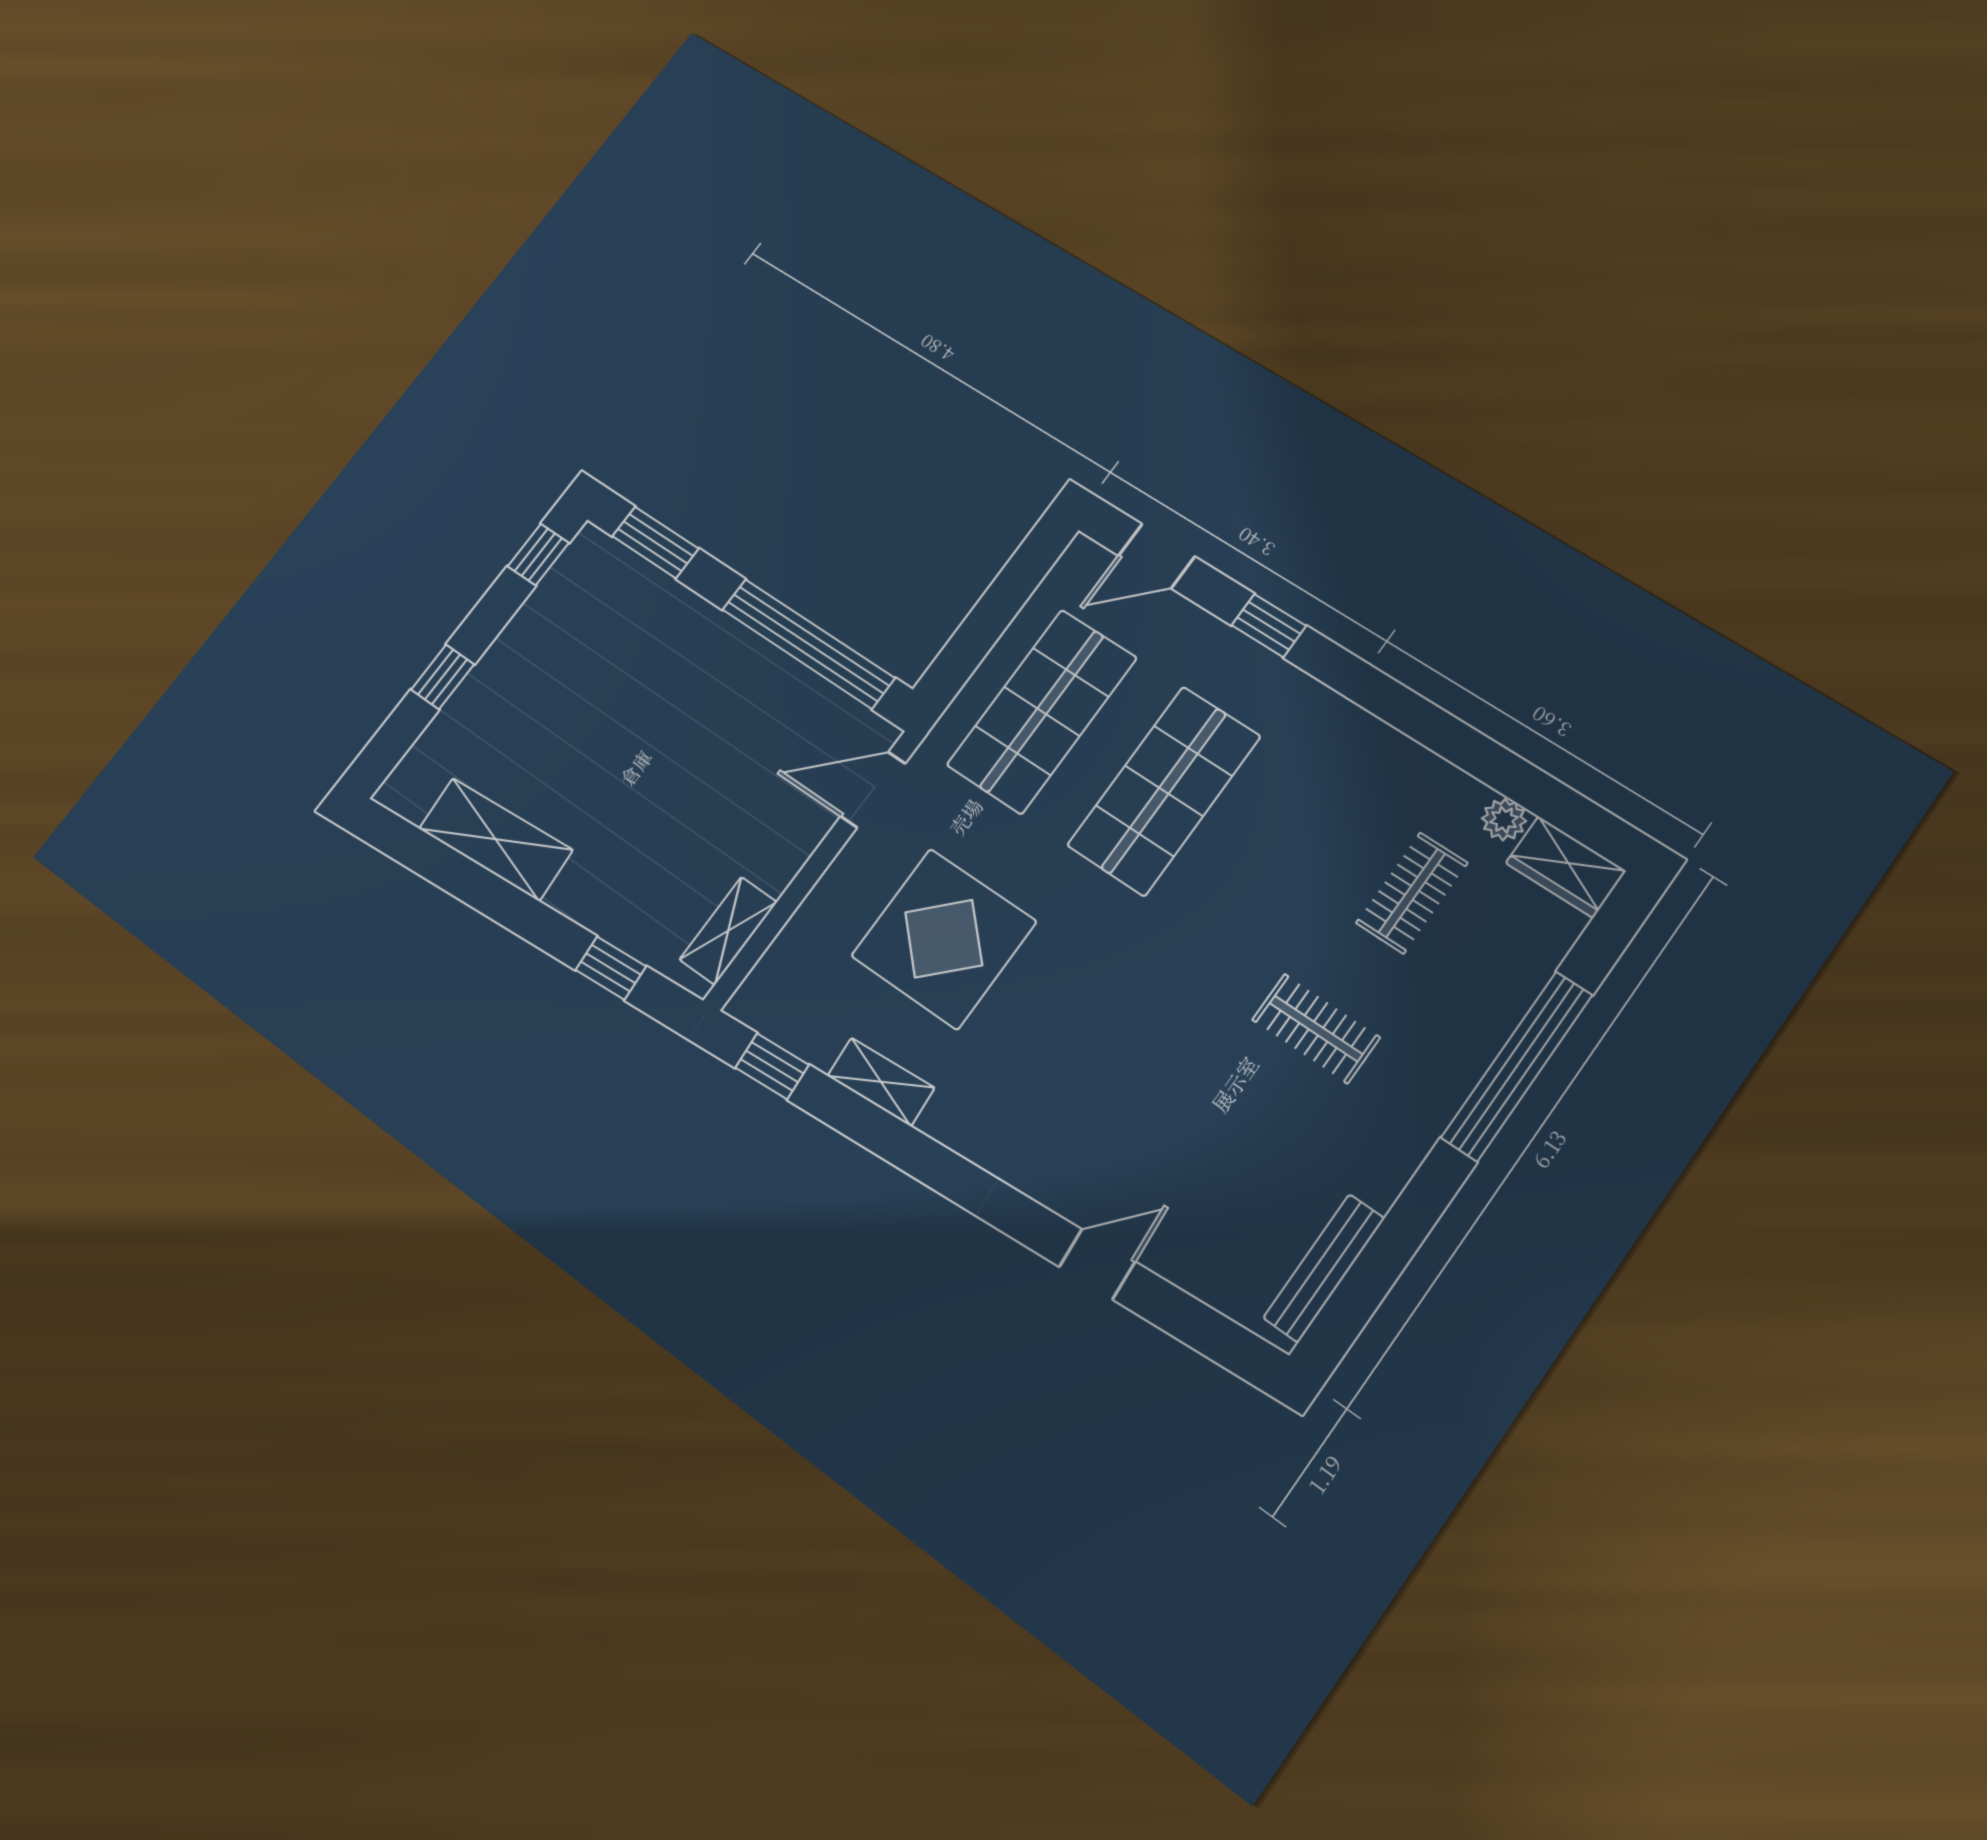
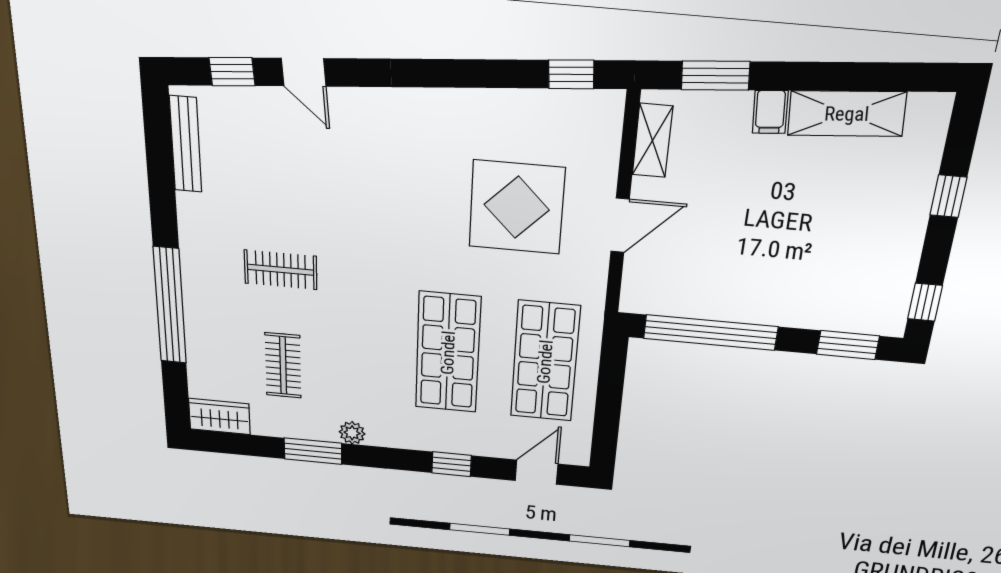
window: (1460, 744) -> (313, 451), added
door: (873, 790) -> (620, 225), moved
plant: (1504, 820) -> (352, 433), moved
filing cabinet: (576, 889) -> (770, 112), added
window: (611, 968) -> (716, 76), width x1.50
shelving: (881, 1082) -> (498, 104), removed
door: (1097, 1264) -> (304, 72), hinge flipped
window: (1190, 1321) -> (232, 72), added

